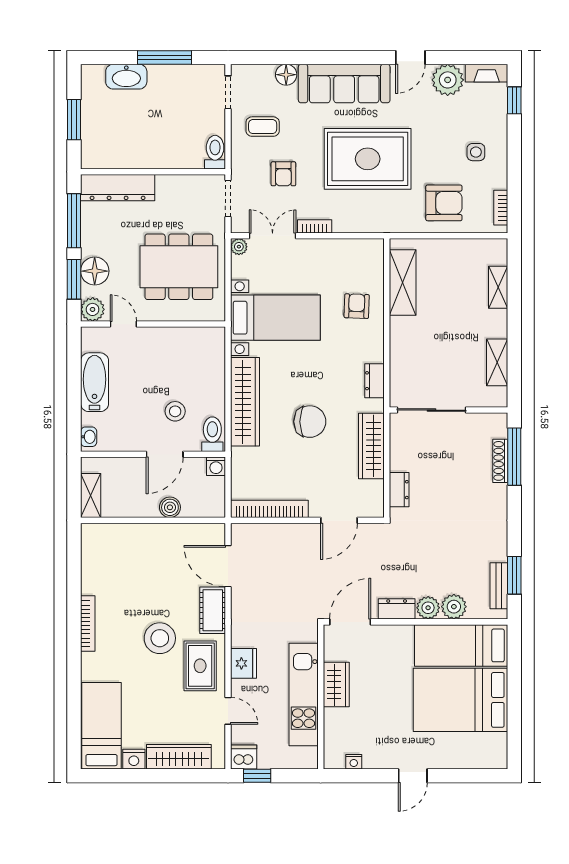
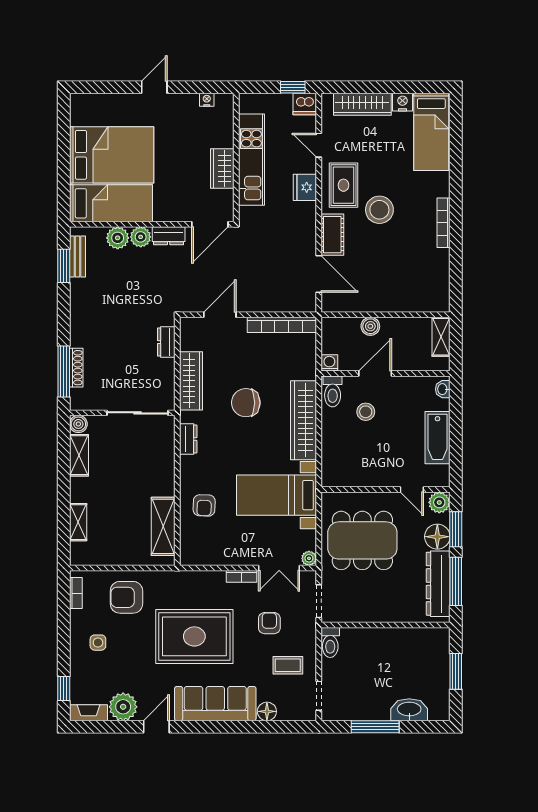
dresser: (118, 188) -> (438, 584), moved, turned -90
boiler: (498, 398) -> (78, 424), added

